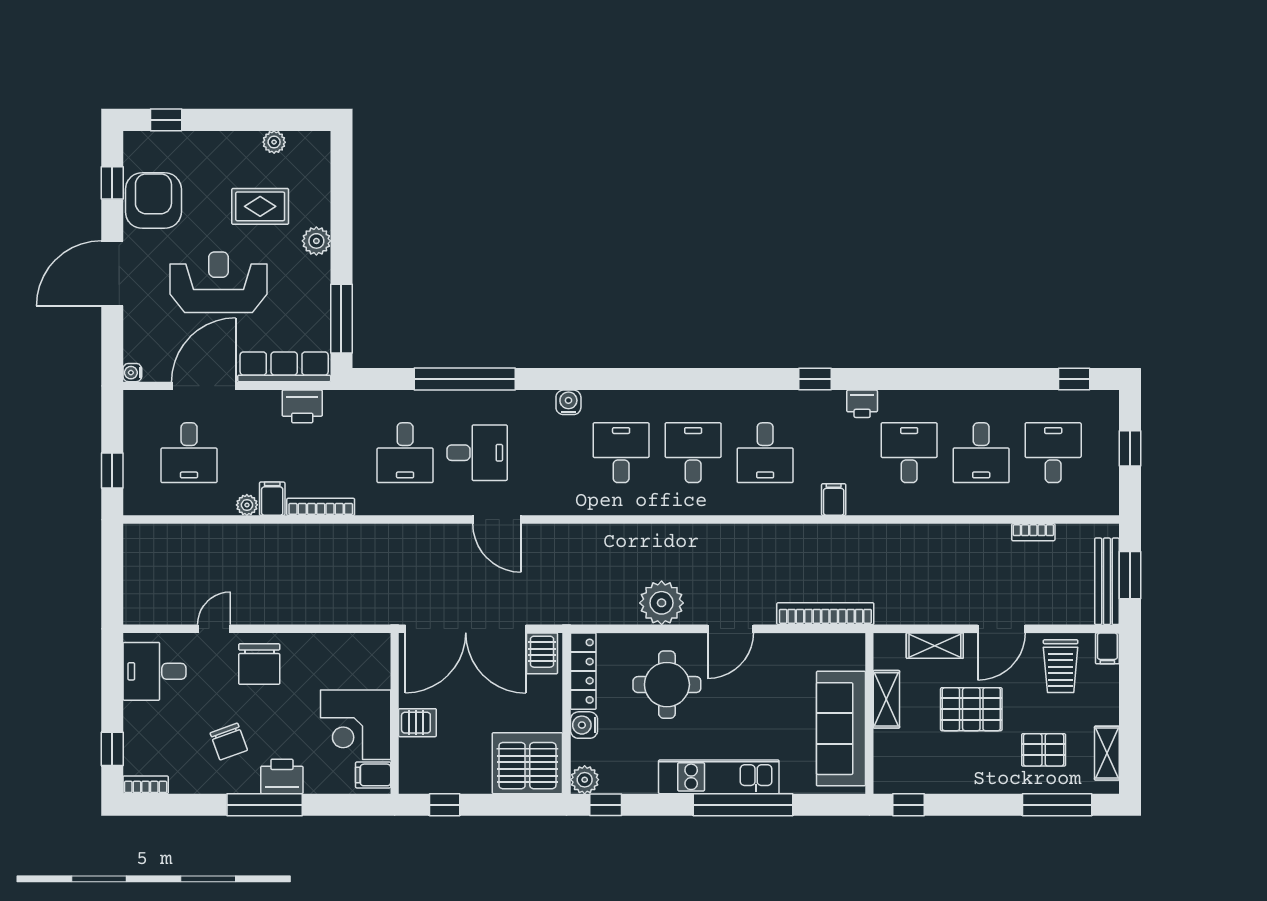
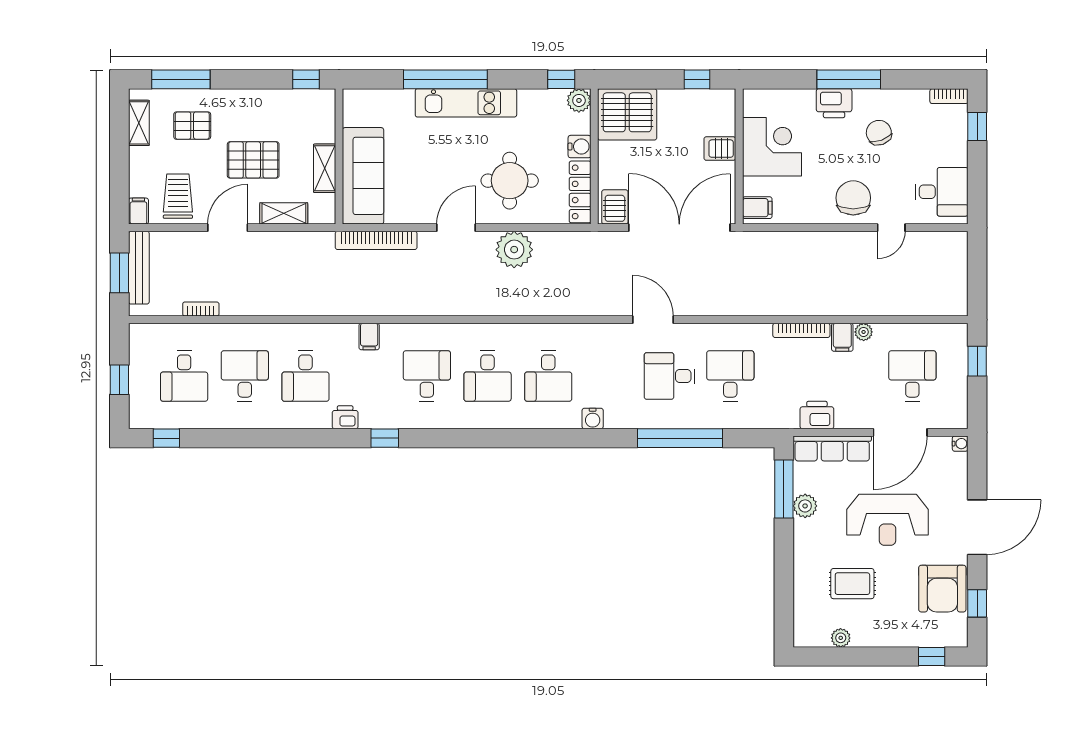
plant: (316, 241) -> (805, 506), moved
sofa: (841, 729) -> (363, 176), moved
filing cabinet: (373, 775) -> (757, 208), moved

